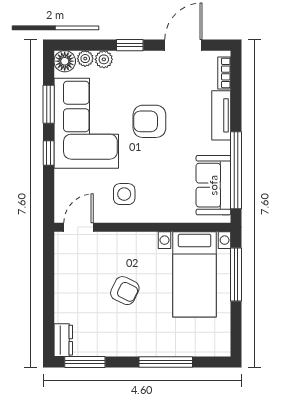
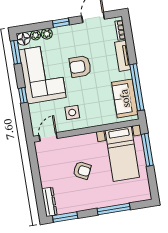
window: (49, 104) -> (16, 52), moved
dresser: (63, 340) -> (49, 202), width x1.44

